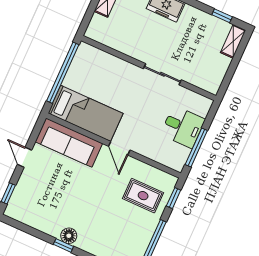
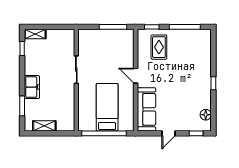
bed: (86, 113) -> (107, 107), moved
desk: (183, 127) -> (104, 42), removed
door: (119, 148) -> (136, 76), swing flipped
floor lamp: (69, 236) -> (206, 115), moved

